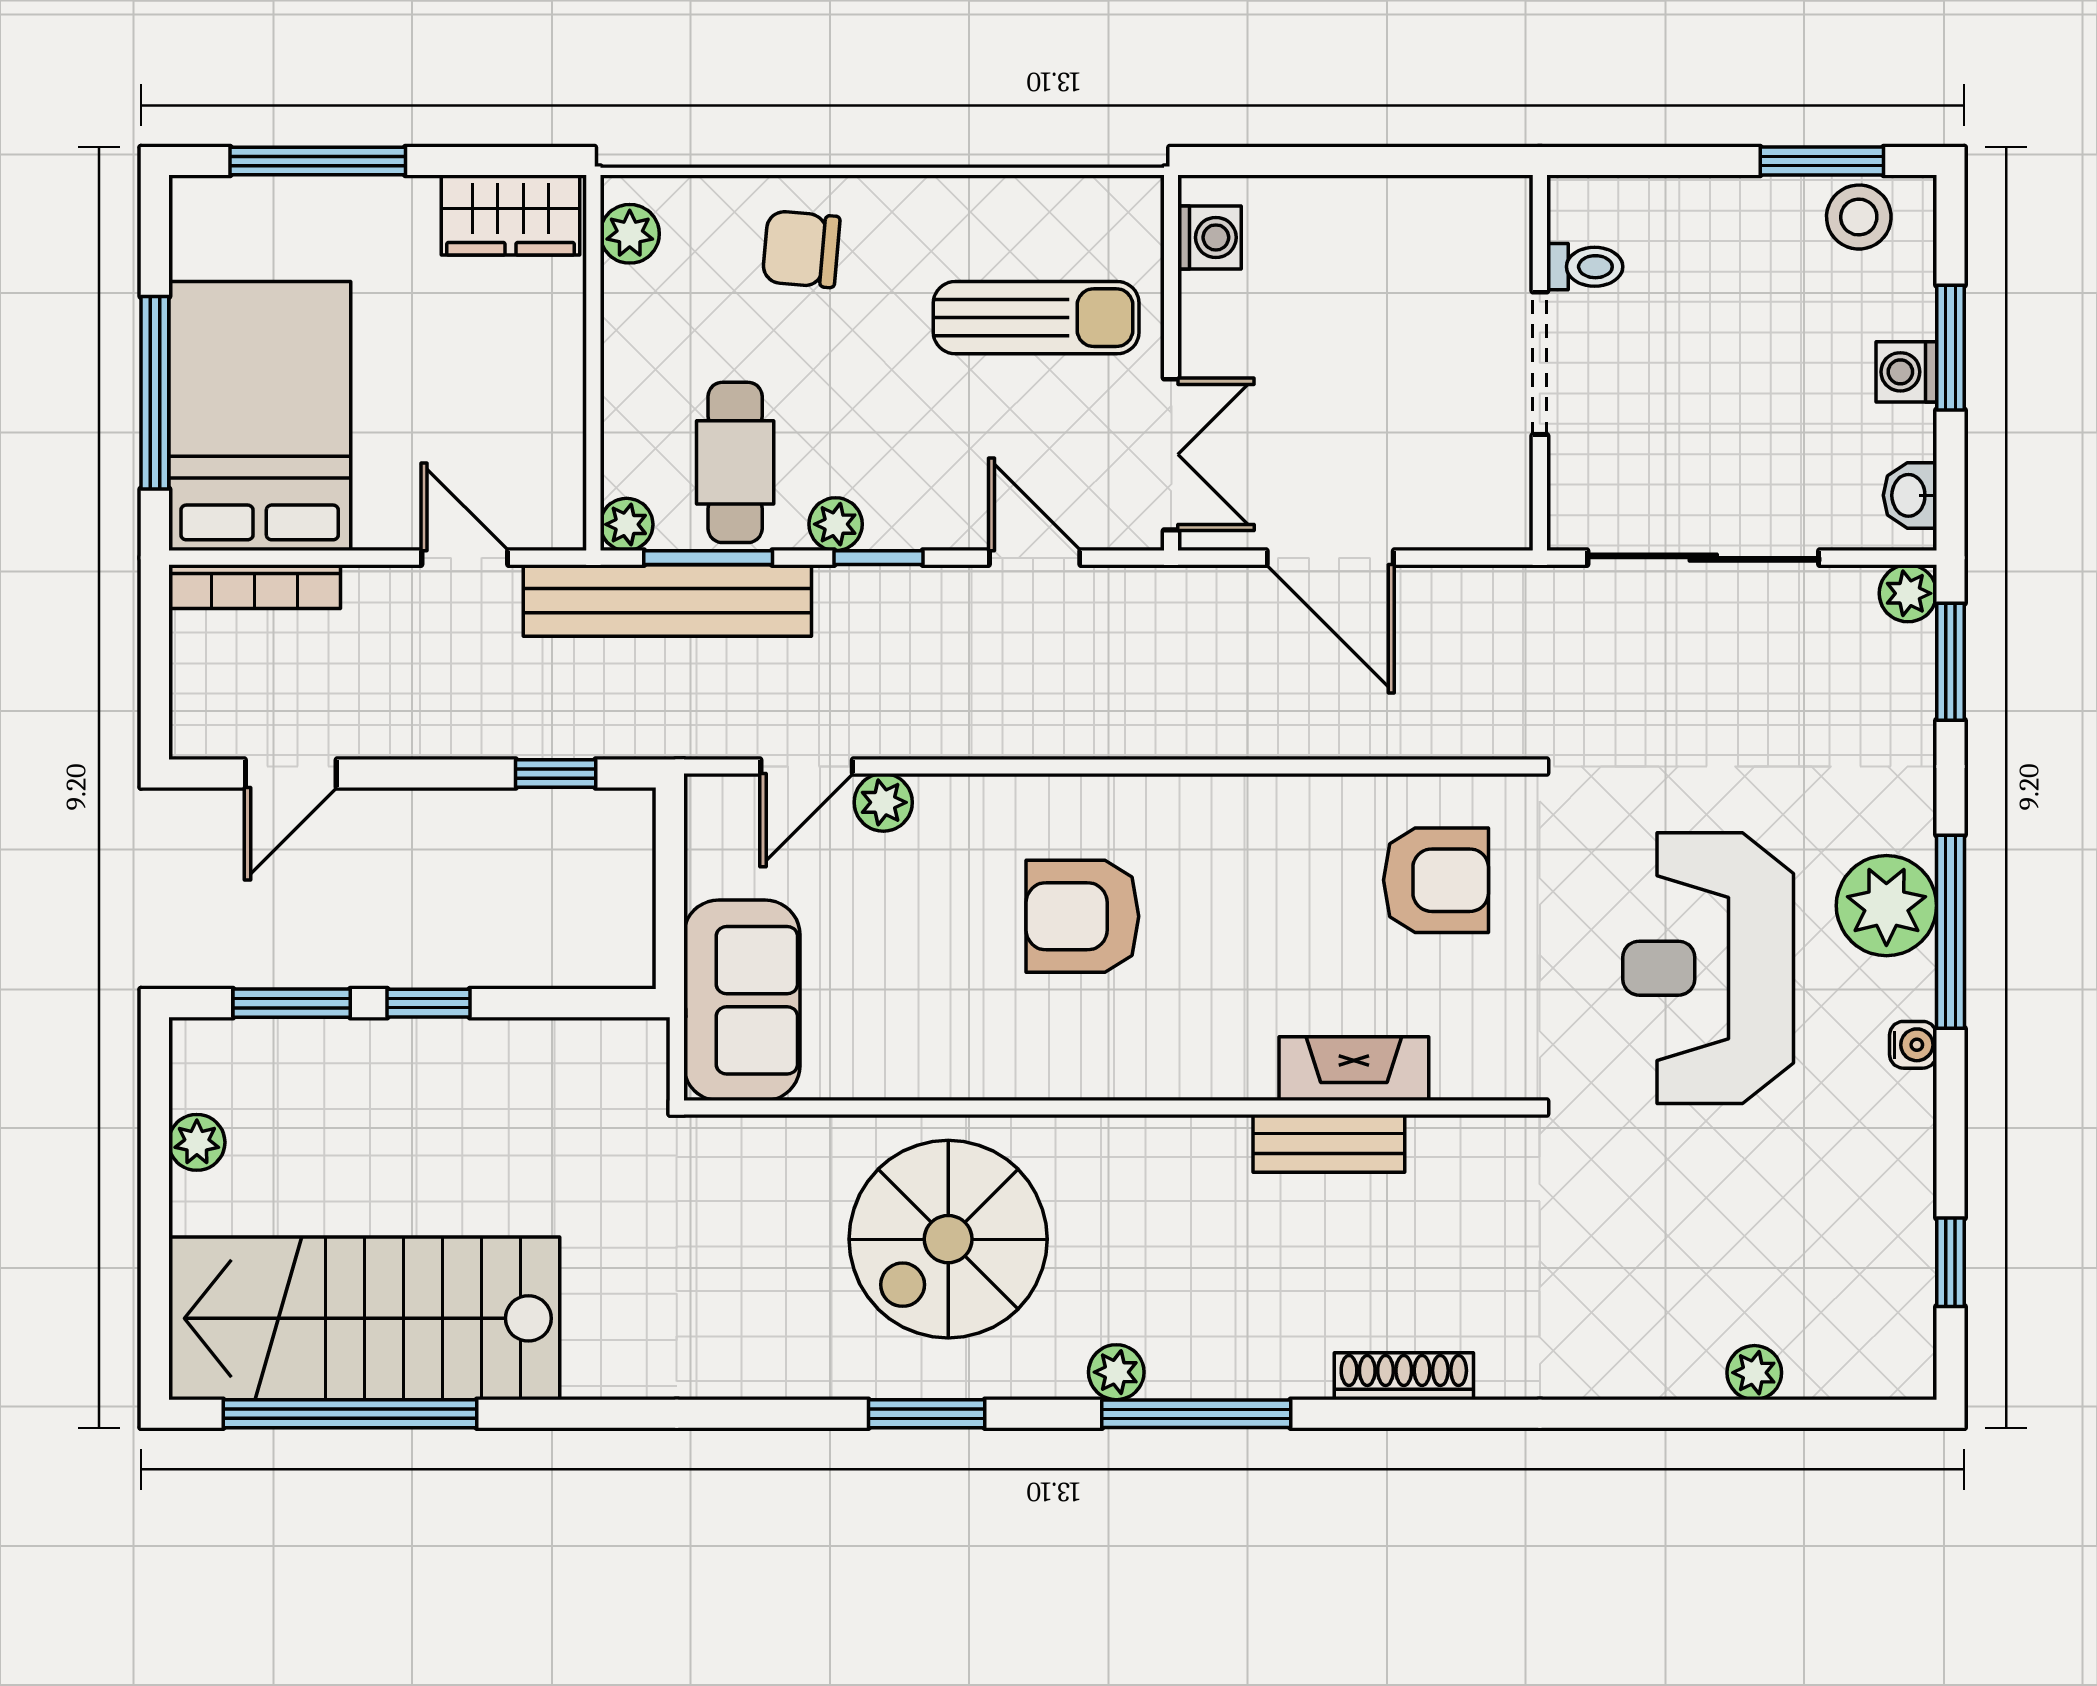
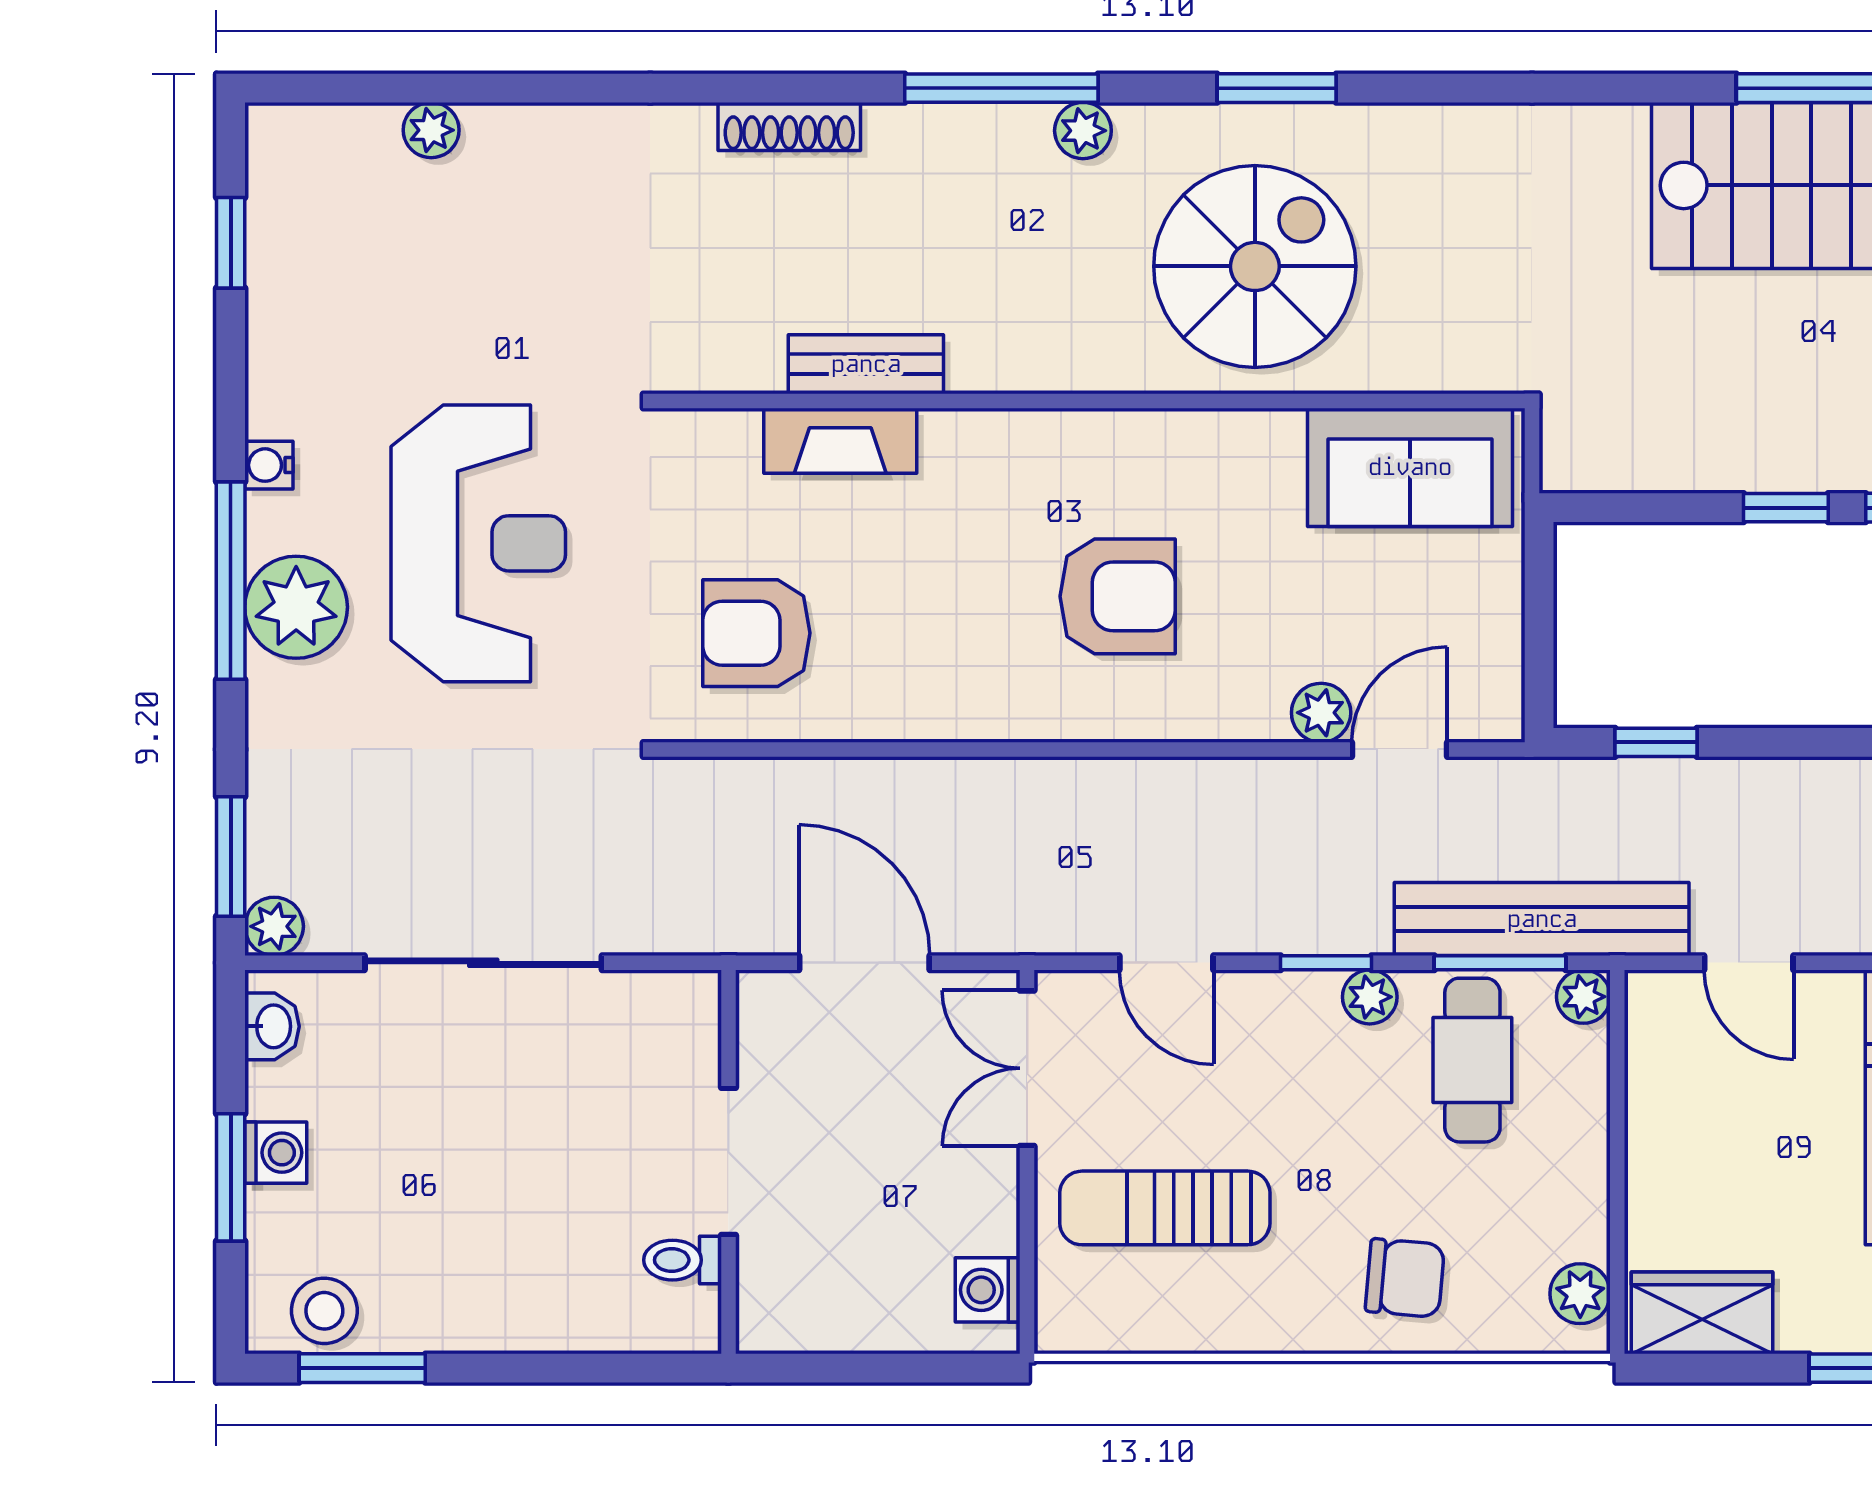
toilet: (1585, 267) -> (683, 1260), moved
doorway: (1540, 363) -> (728, 1161), moved
wall: (1540, 363) -> (728, 1162), moved
sofa: (742, 1000) -> (1410, 467), moved, turned -90

